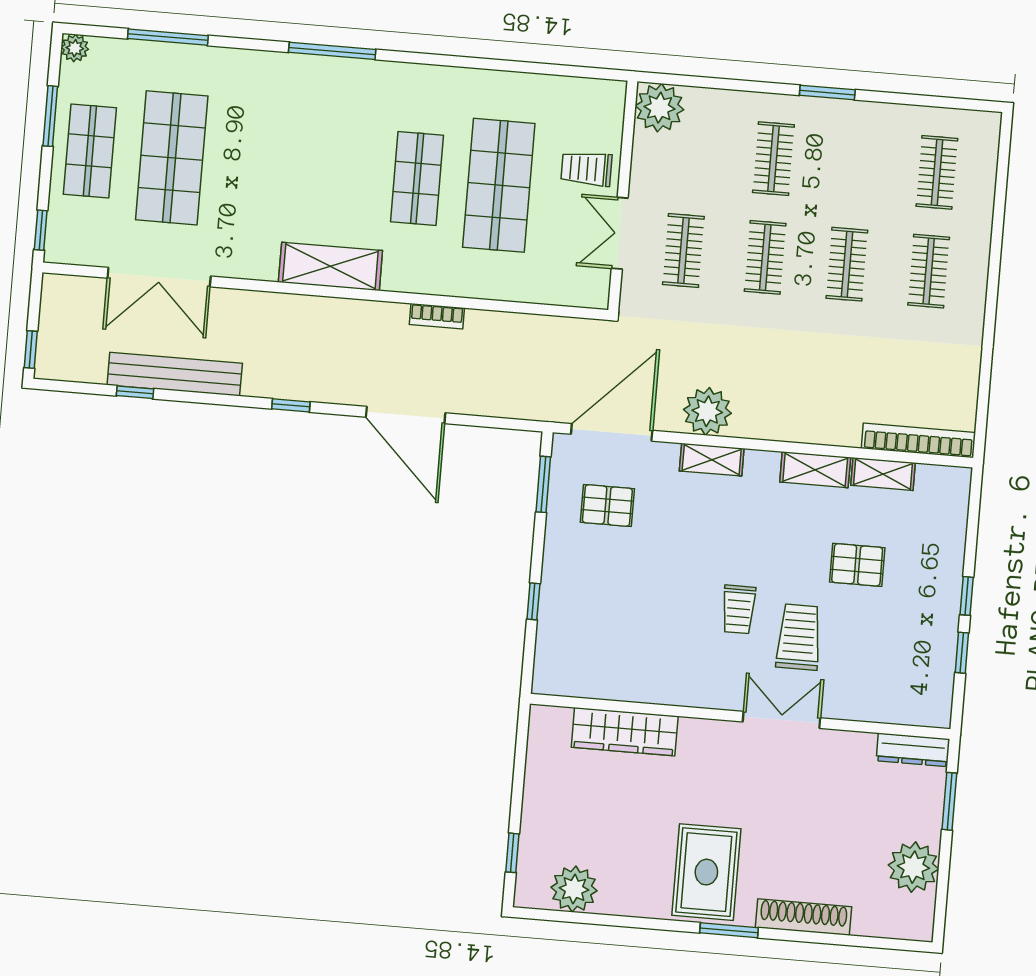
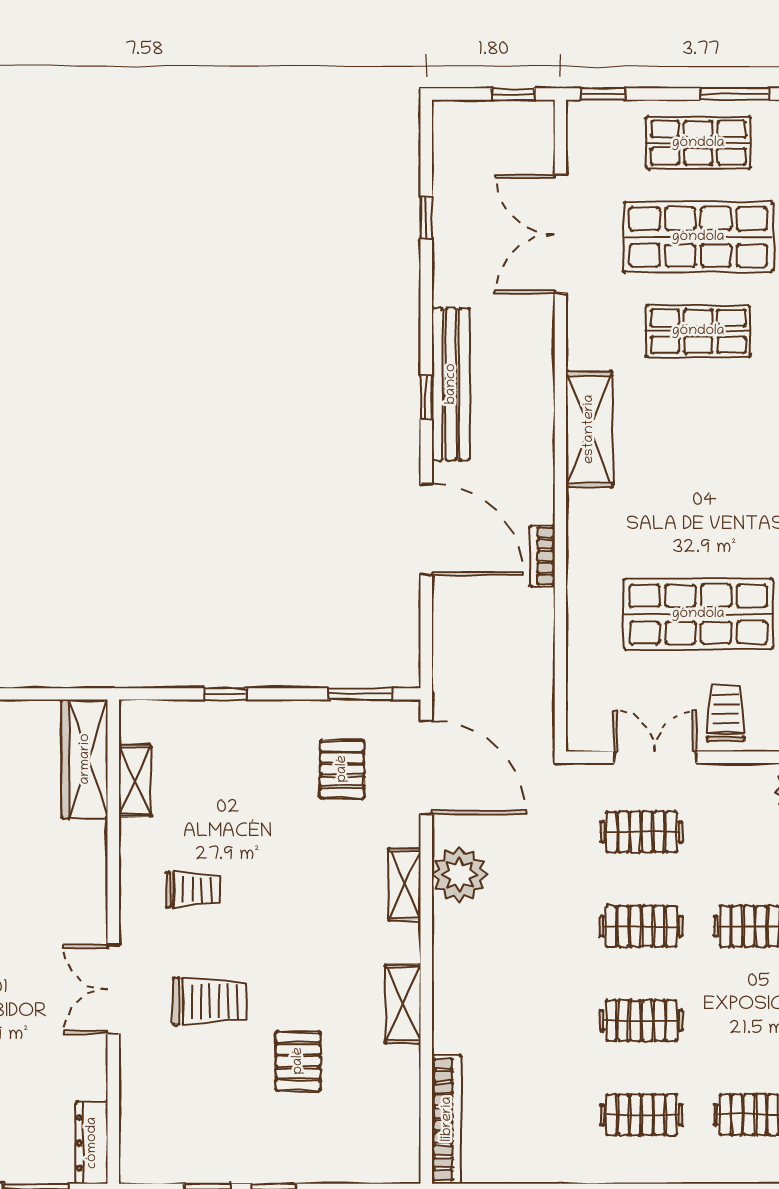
shop shelf: (417, 178) -> (698, 331), moved
window: (31, 349) -> (514, 94), moved
bench: (175, 374) -> (451, 384), moved
door: (406, 415) -> (426, 530), swing flipped
shelving: (883, 474) -> (135, 781), moved
trolley: (739, 609) -> (193, 890), moved, turned 180
double door: (782, 720) -> (113, 989), swing flipped
wardrobe: (625, 732) -> (85, 759), moved

